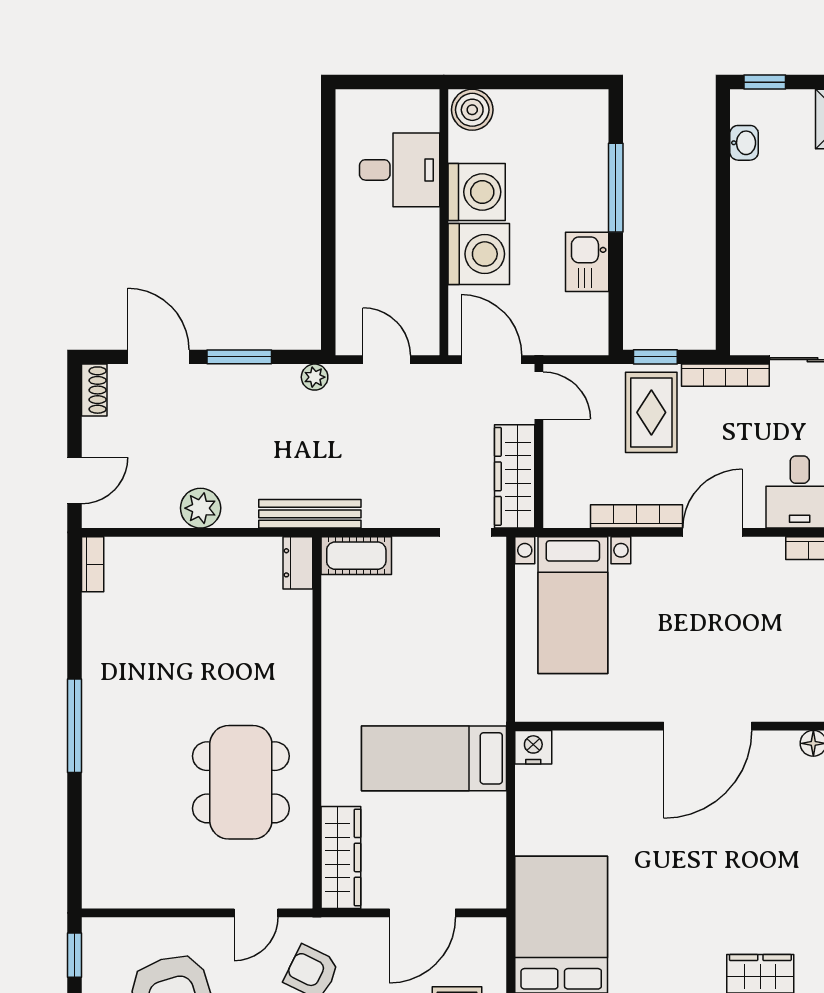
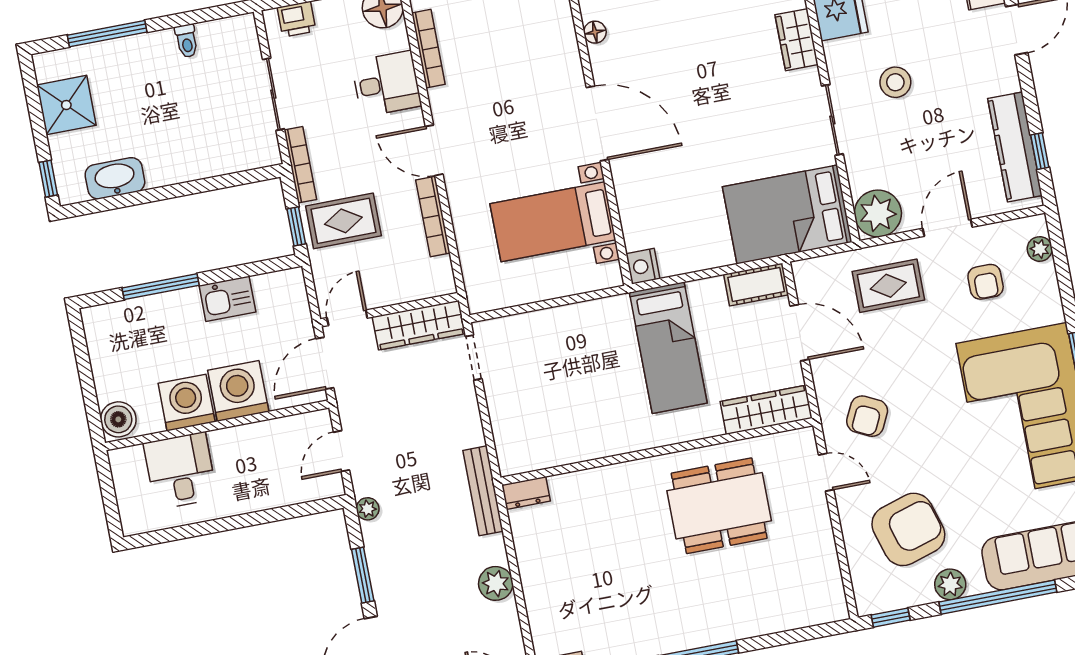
washbasin: (744, 143) -> (115, 178), width x1.91, depth x1.45
cot: (356, 556) -> (756, 285), moved, turned 90
bed with nightstands: (573, 605) -> (553, 222), moved, turned 180

